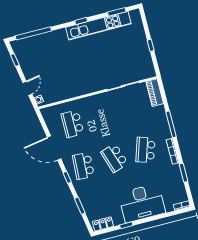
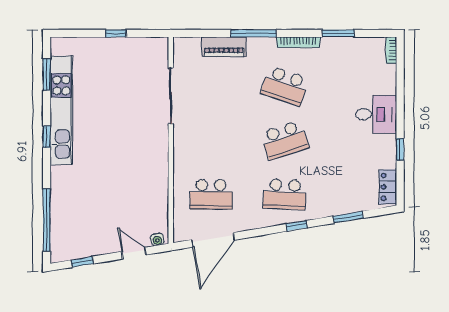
piano: (155, 93) -> (224, 47), moved
door: (54, 148) -> (213, 240), moved
desk: (142, 203) -> (376, 114), width x0.53, depth x0.77

